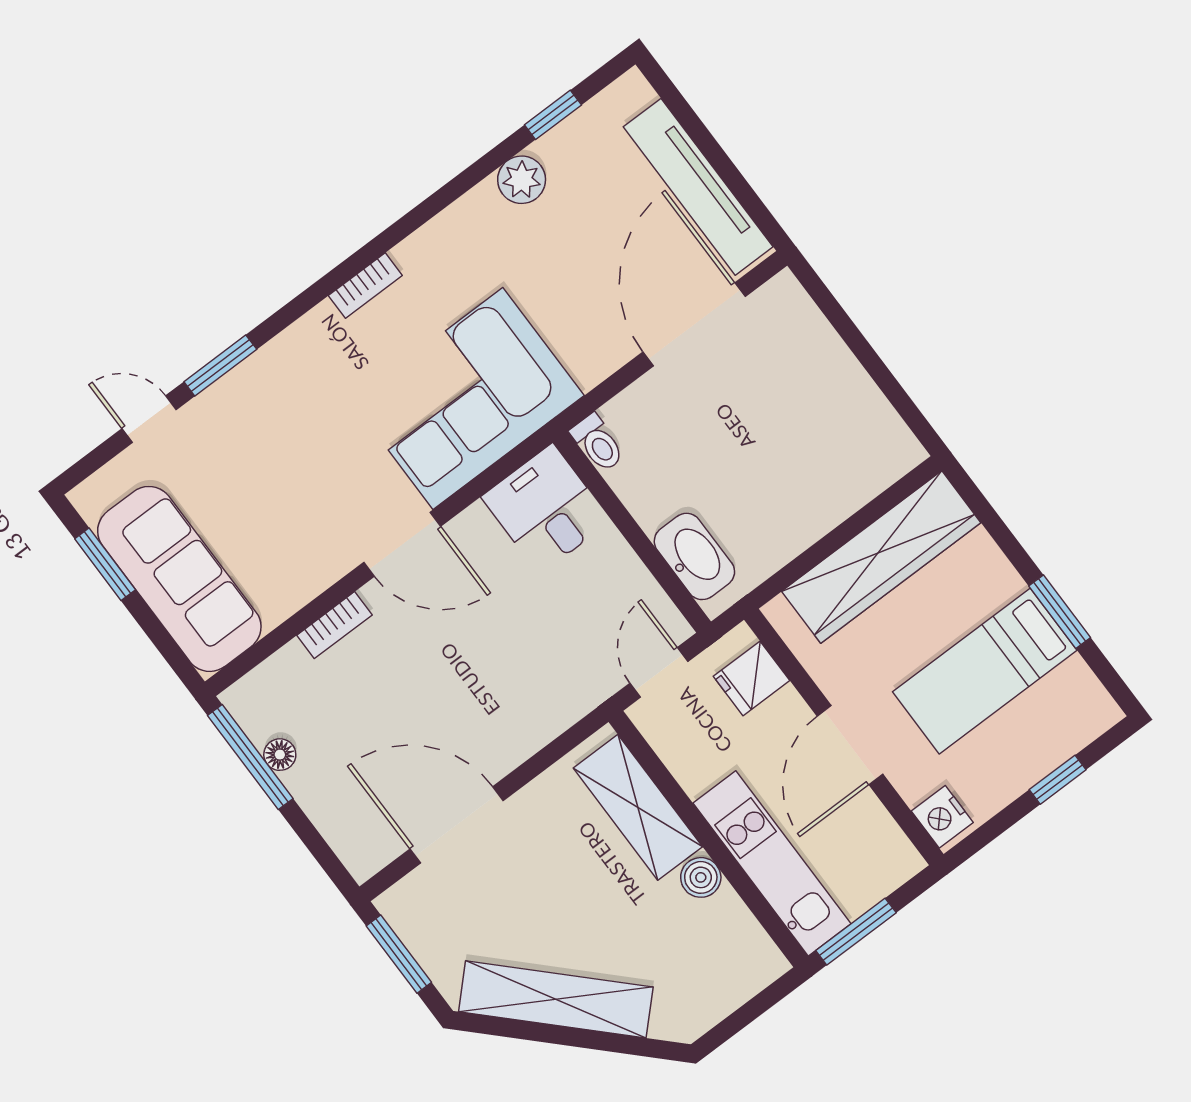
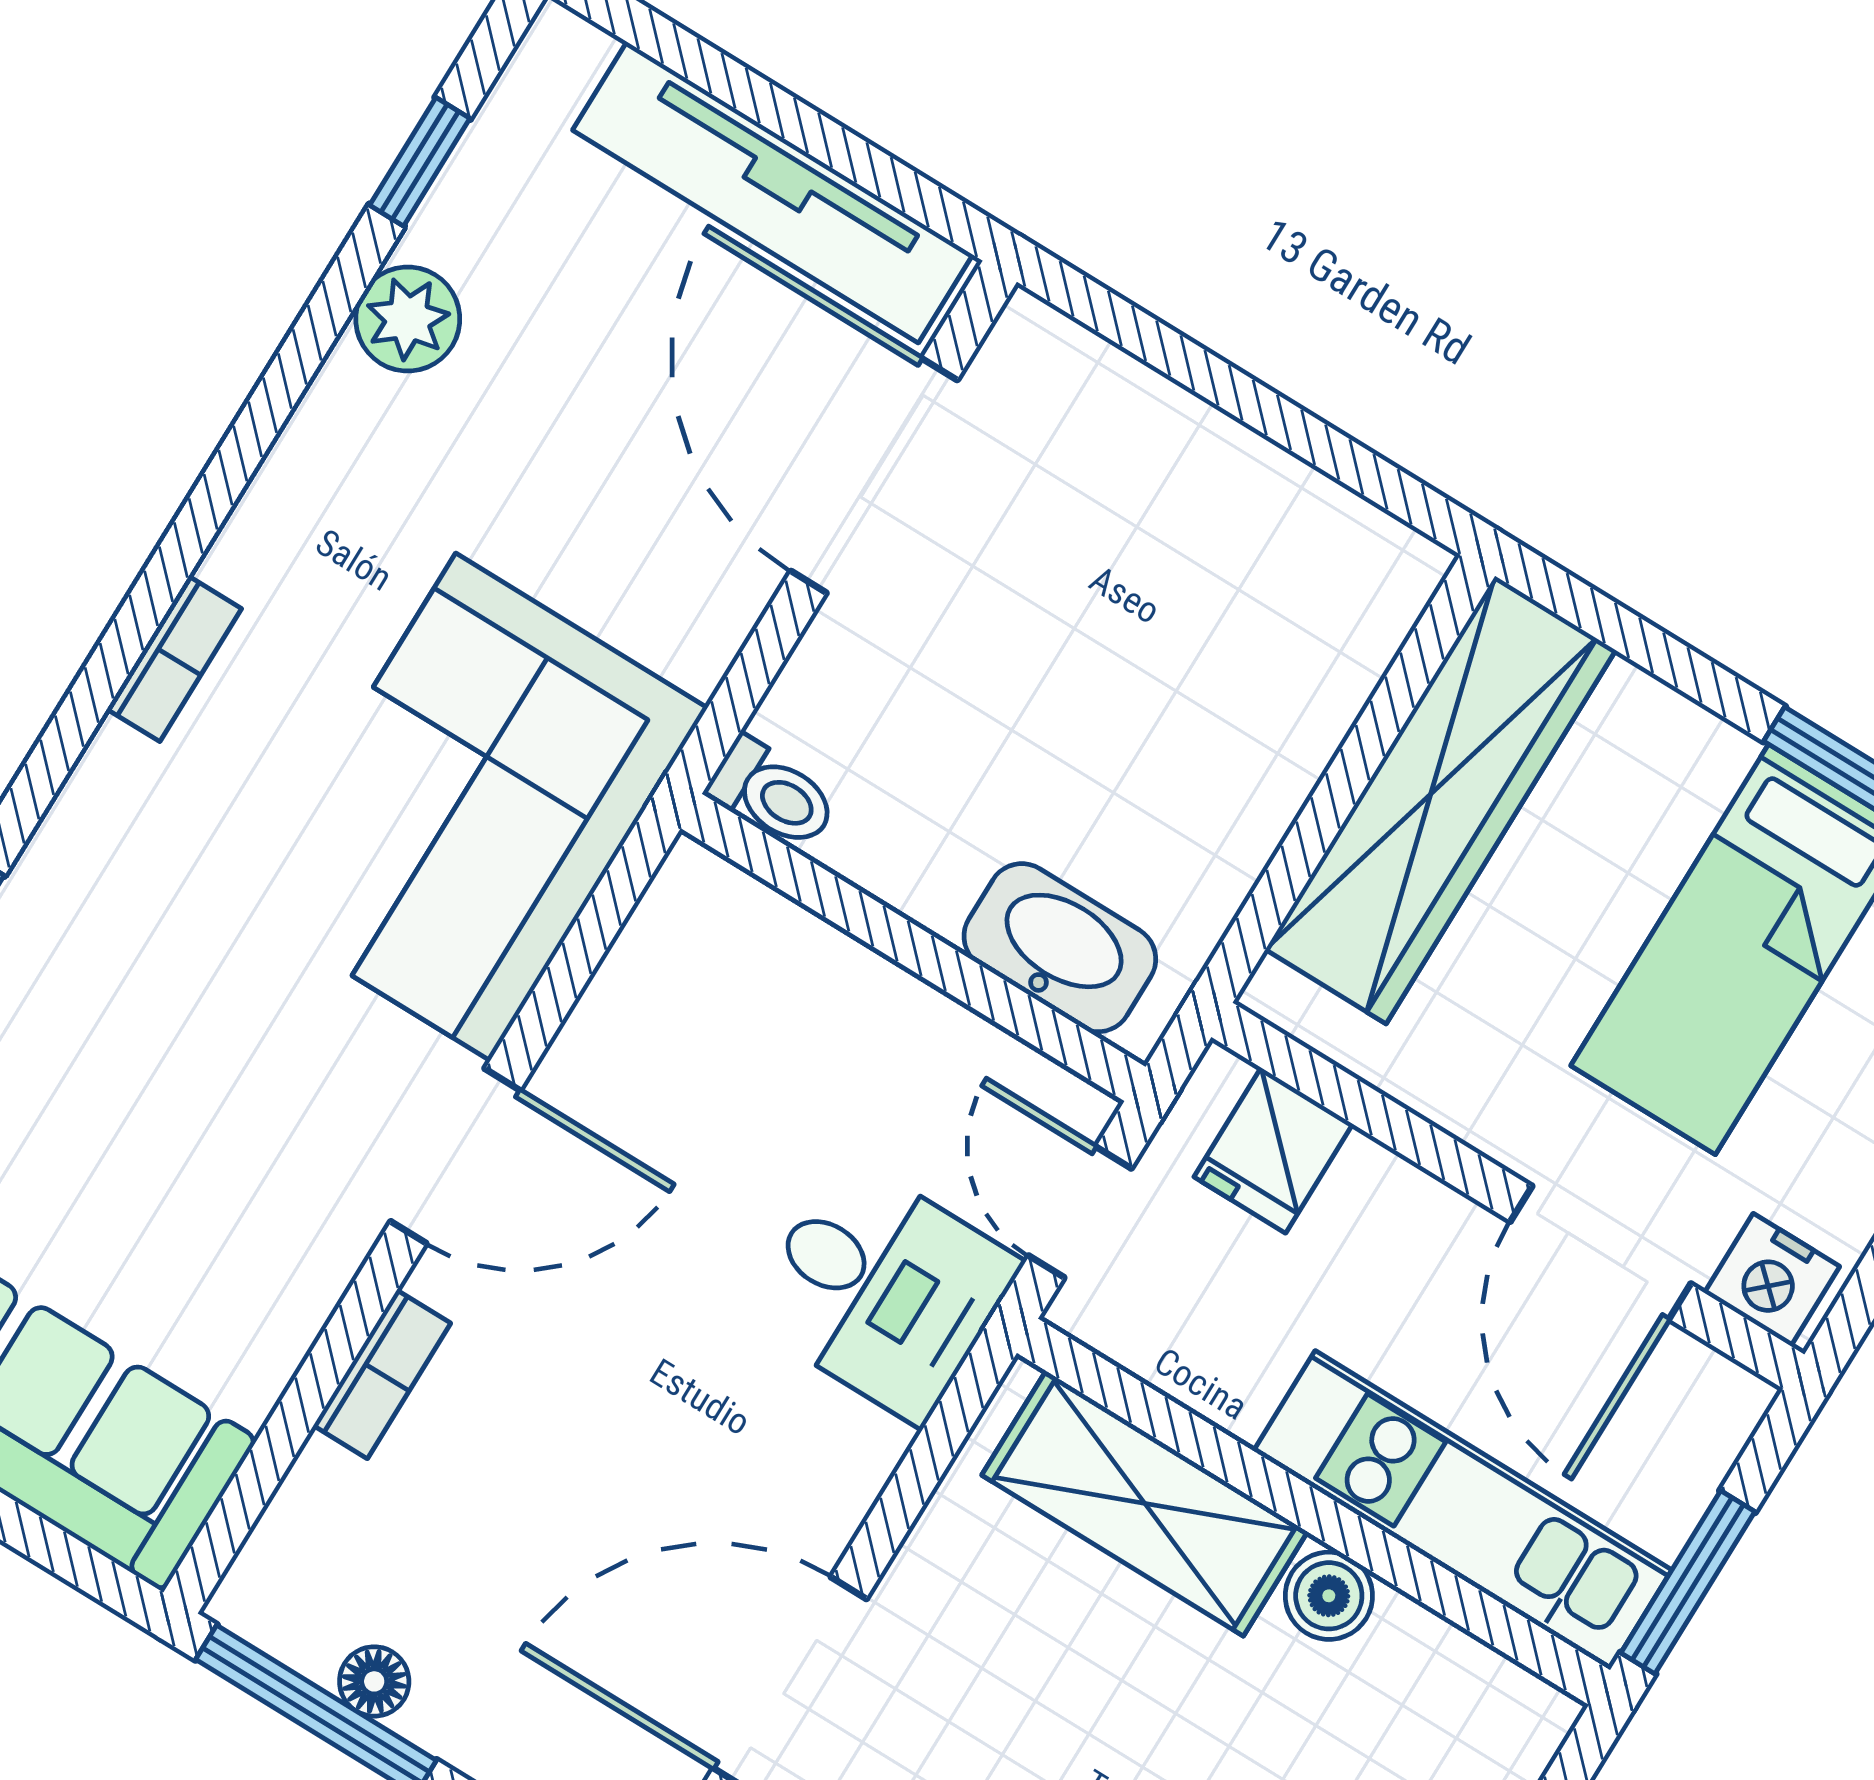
desk: (546, 509) -> (883, 1290), moved, turned 180
door: (850, 745) -> (1601, 1253), moved

